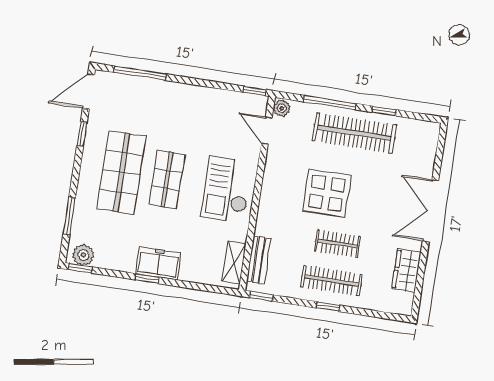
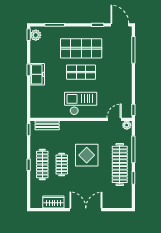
shelving: (234, 263) -> (44, 113), removed

